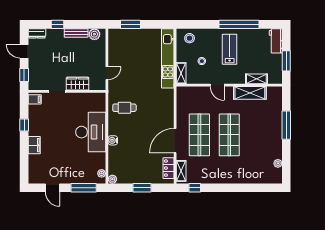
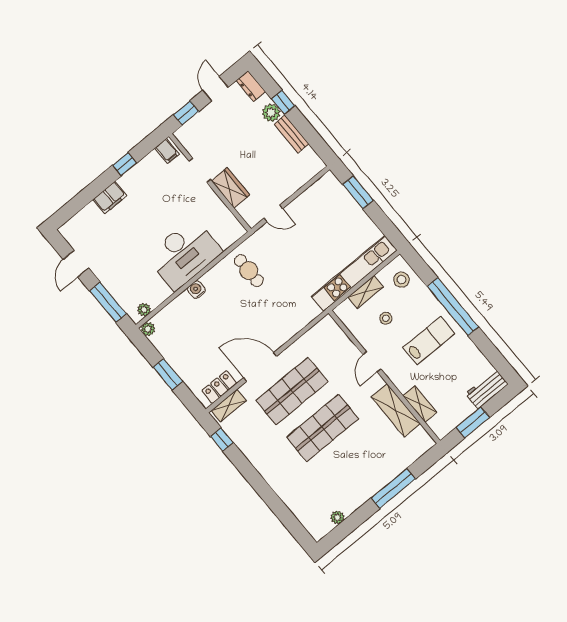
window: (239, 24) -> (453, 307), moved
plant: (94, 34) -> (271, 113), moved
shelving: (181, 73) -> (366, 292), moved

